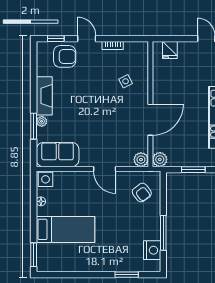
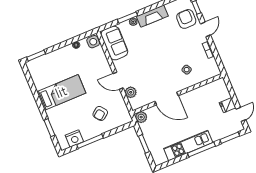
fridge: (170, 50) -> (228, 105), moved
armchair: (65, 56) -> (186, 19), turned 180
plant: (141, 160) -> (131, 92), moved
door: (105, 169) -> (118, 81), hinge flipped
armchair: (142, 193) -> (100, 113), moved
bed: (66, 229) -> (61, 92), moved, turned -90

